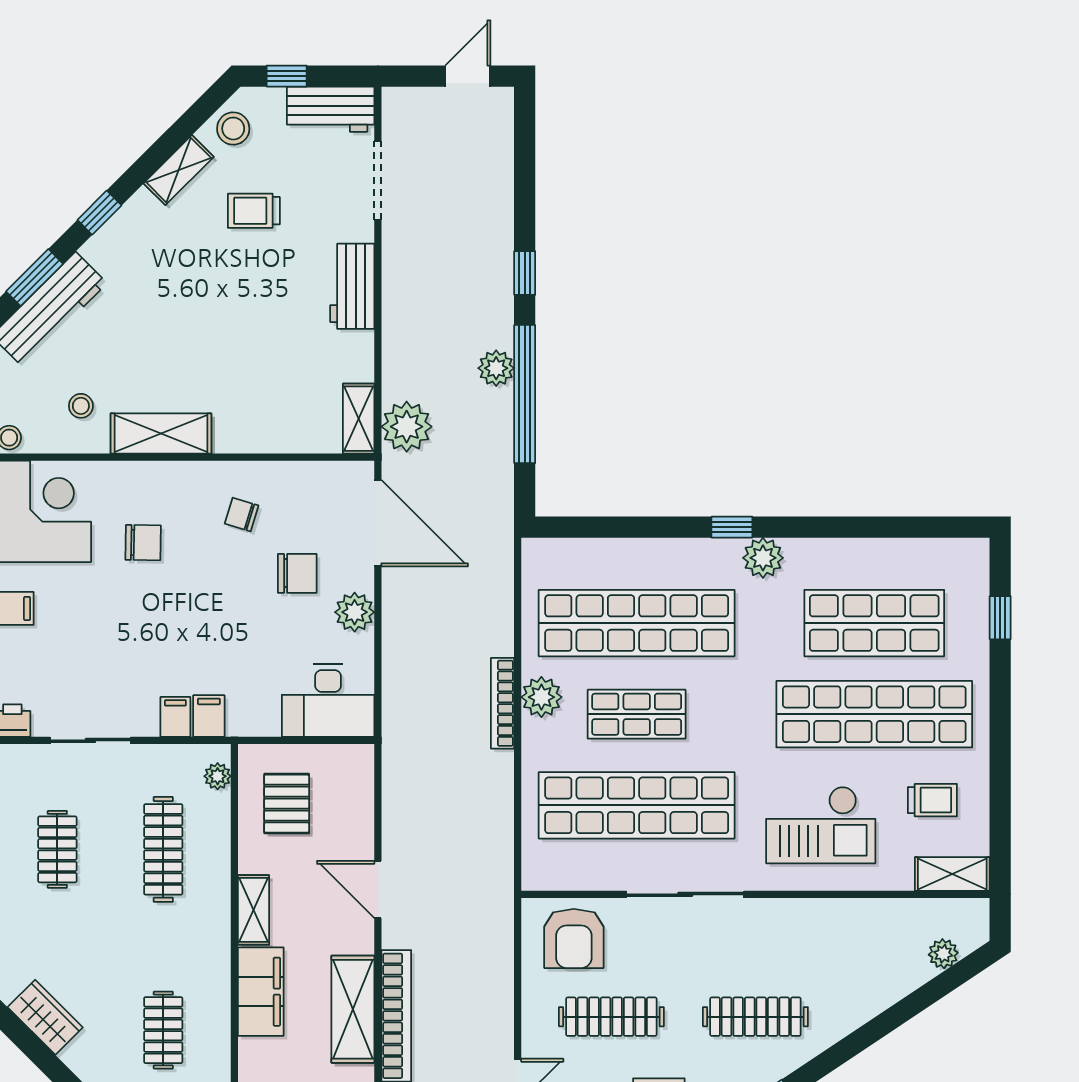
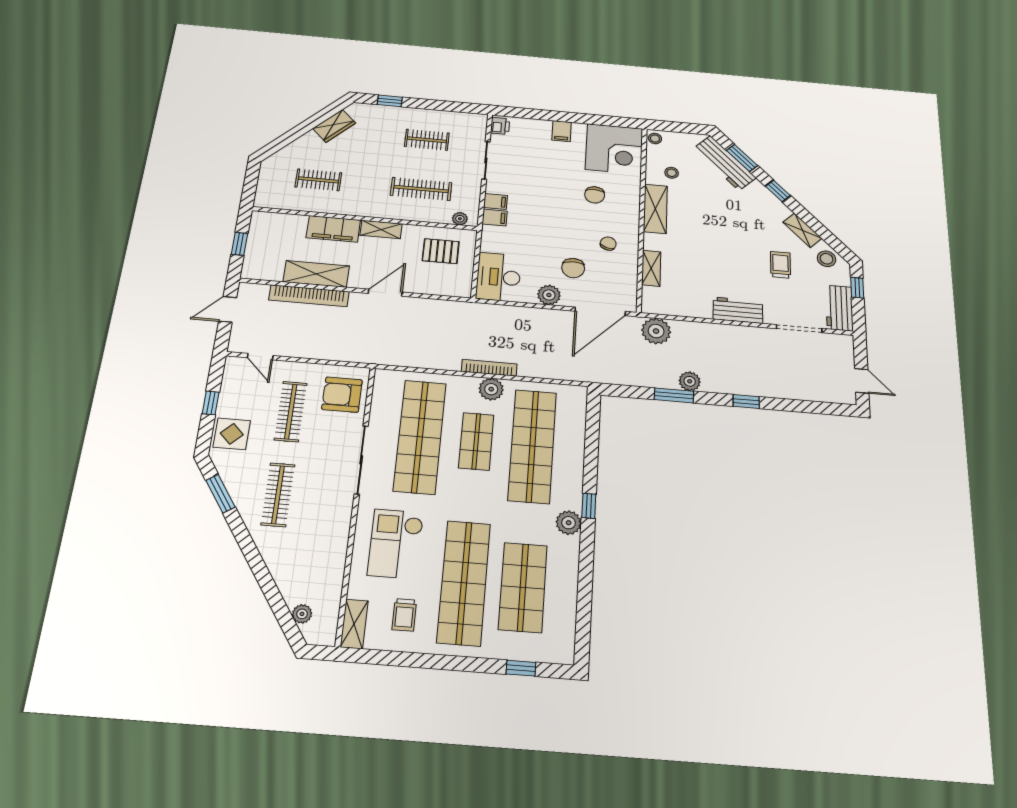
window: (525, 394) -> (674, 395), width x0.47
shelving: (359, 419) -> (651, 268), moved, turned 90

